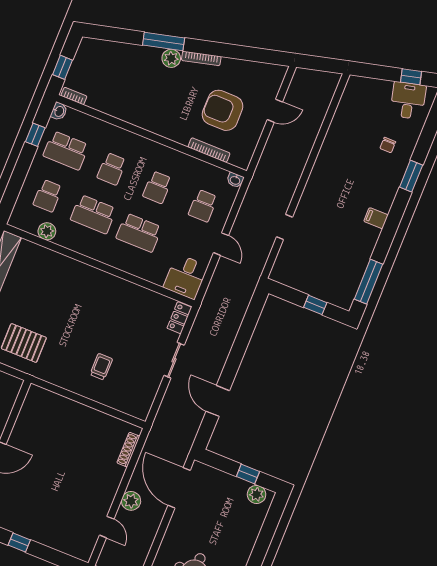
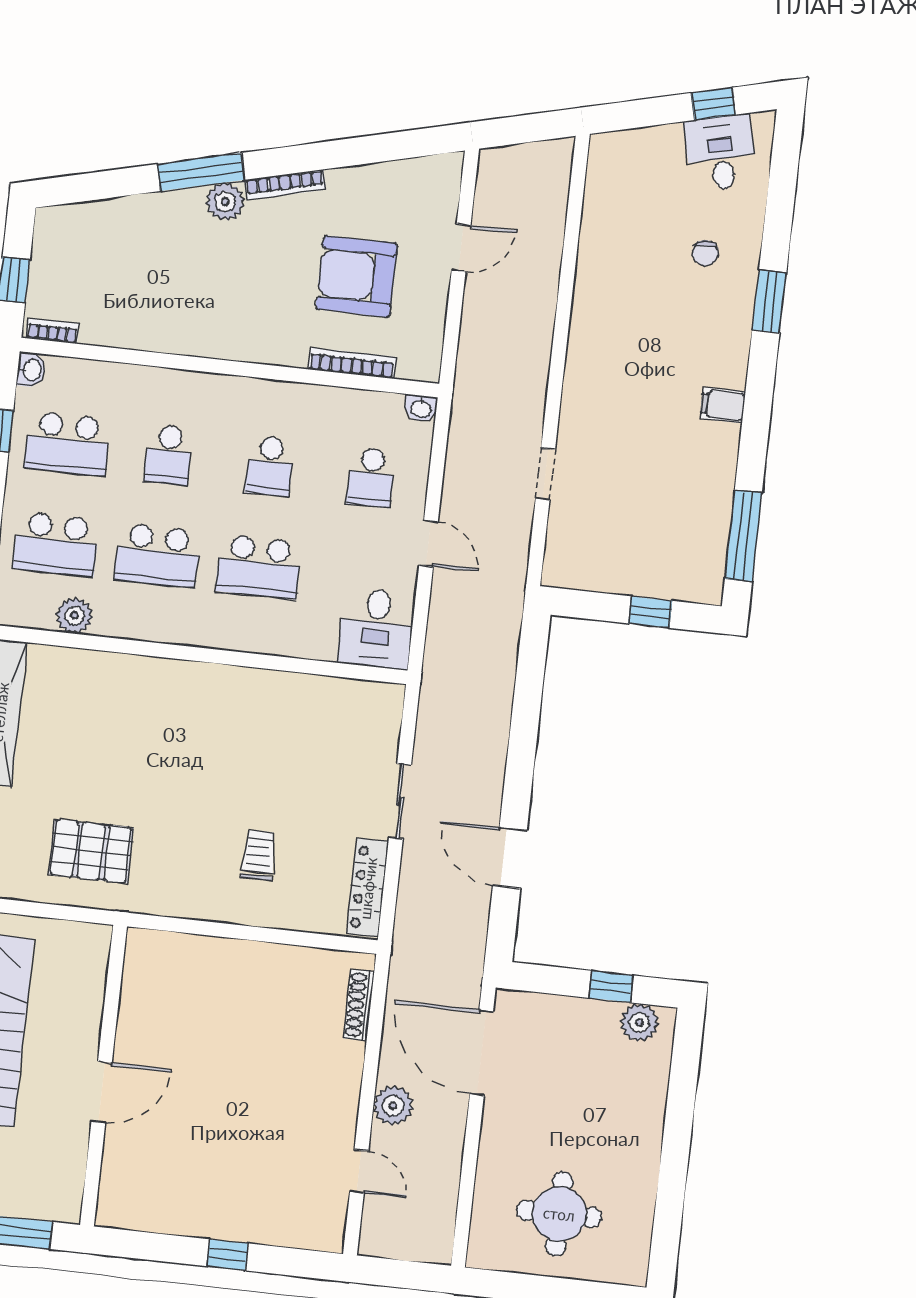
school desk: (48, 196) -> (56, 544), width x1.85
locker: (179, 318) -> (368, 888), moved, width x1.53
window: (19, 542) -> (227, 1255), moved

